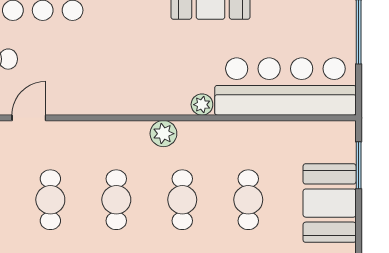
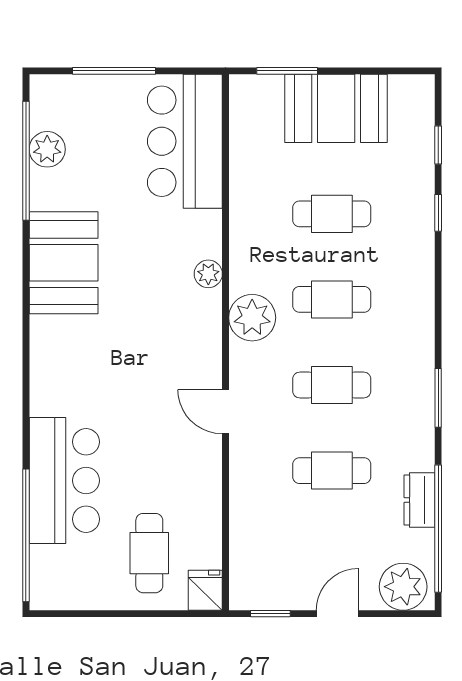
bar counter: (285, 87) -> (185, 141), width x0.73
door: (29, 118) -> (225, 412), moved
plant: (163, 134) -> (252, 318), width x1.36, depth x1.36

